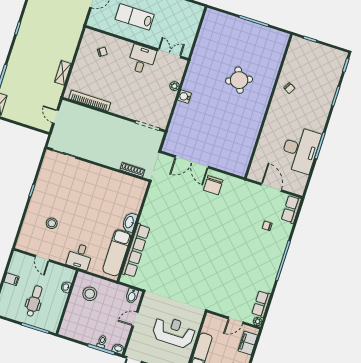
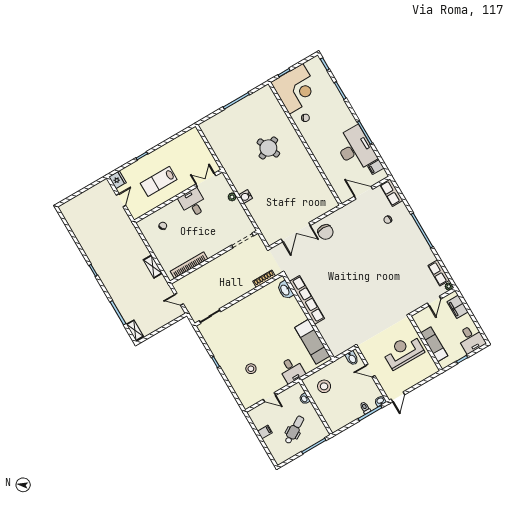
corner desk: (306, 60) -> (296, 89), added
filing cabinet: (300, 179) -> (376, 167), added
washbasin: (130, 222) -> (285, 290), moved
row of seats: (136, 251) -> (307, 300), moved
dental chair: (34, 301) -> (294, 430), turned 59
door: (135, 319) -> (370, 371), hinge flipped

